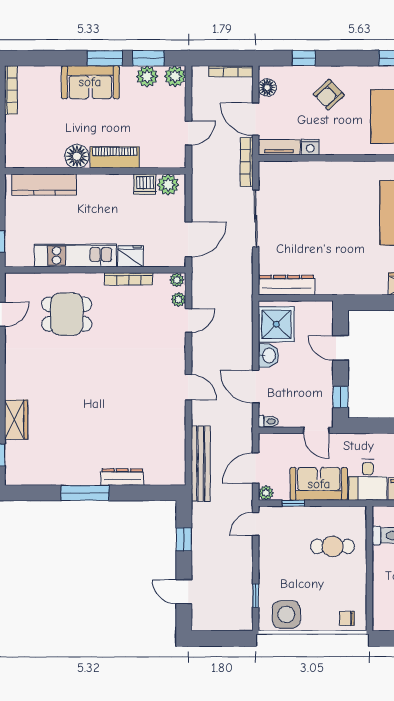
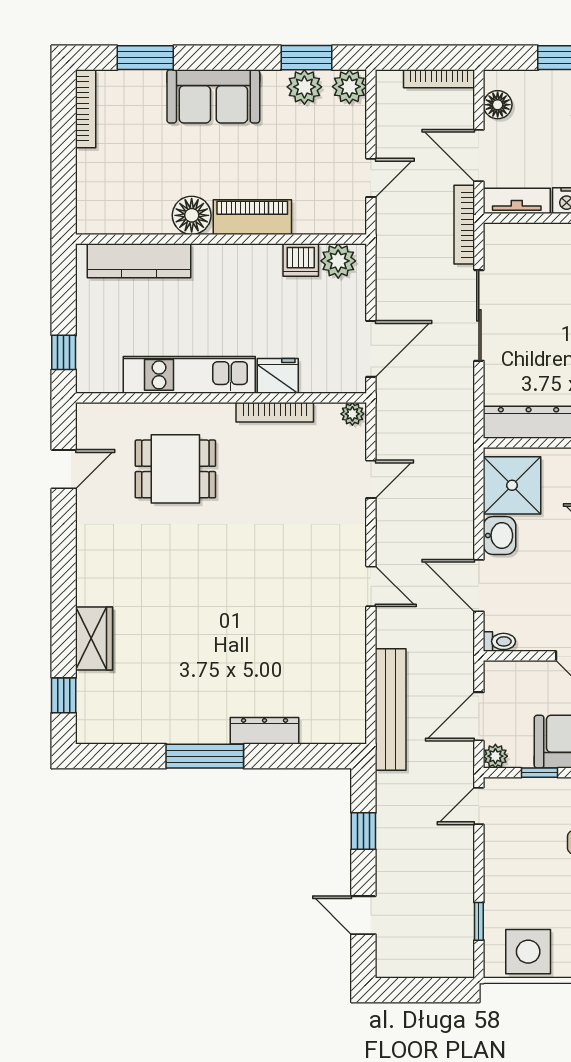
window: (105, 58) -> (145, 58), moved
plant: (179, 299) -> (355, 445), removed

